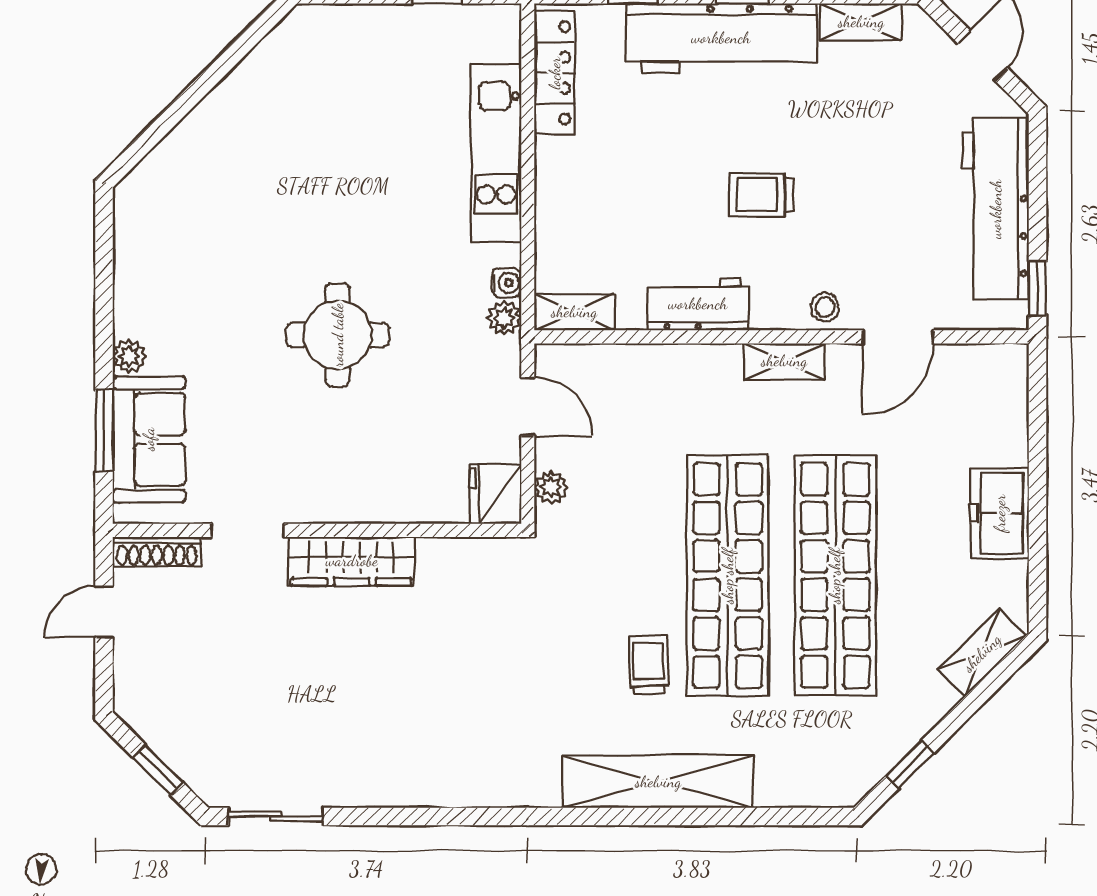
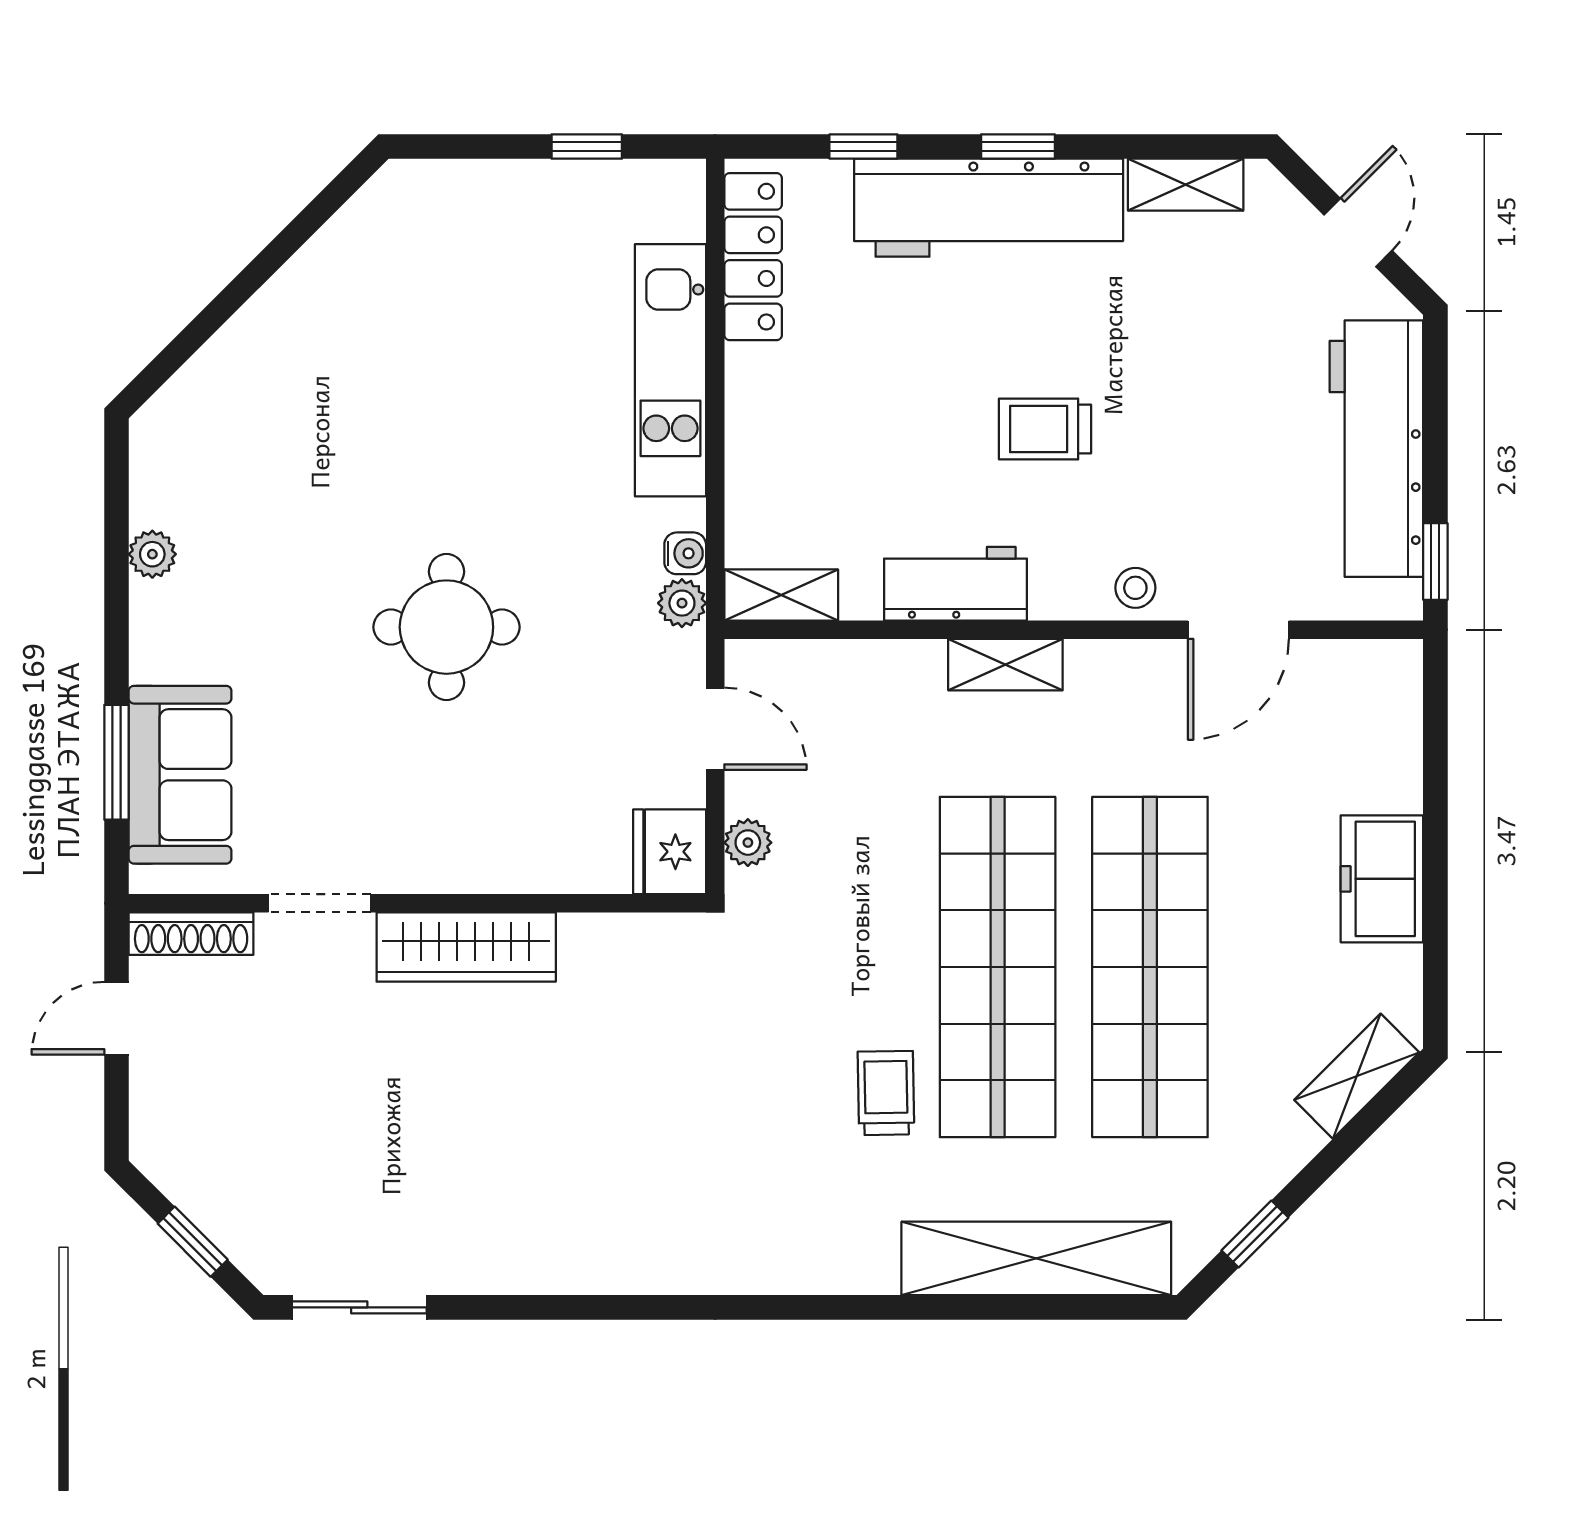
plant: (129, 356) -> (152, 554), moved
shelving: (784, 361) -> (1005, 665), moved
shelving: (658, 782) -> (1036, 1258), moved

